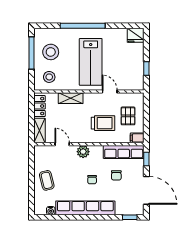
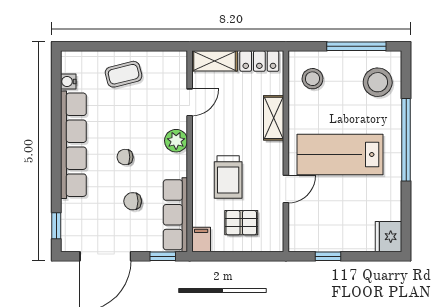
stool: (51, 52) -> (378, 82), moved

